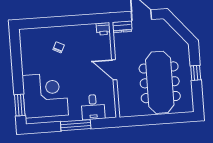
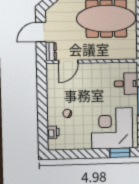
printer: (103, 29) -> (53, 132), moved
door: (114, 70) -> (68, 62), moved

